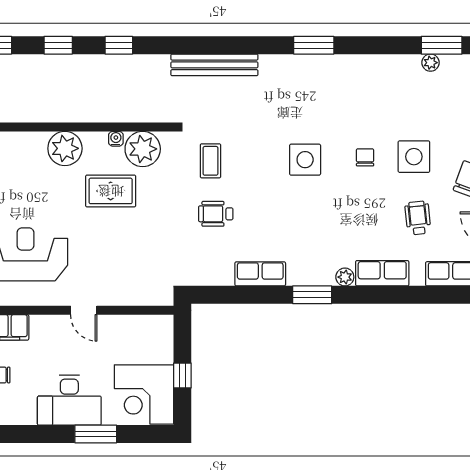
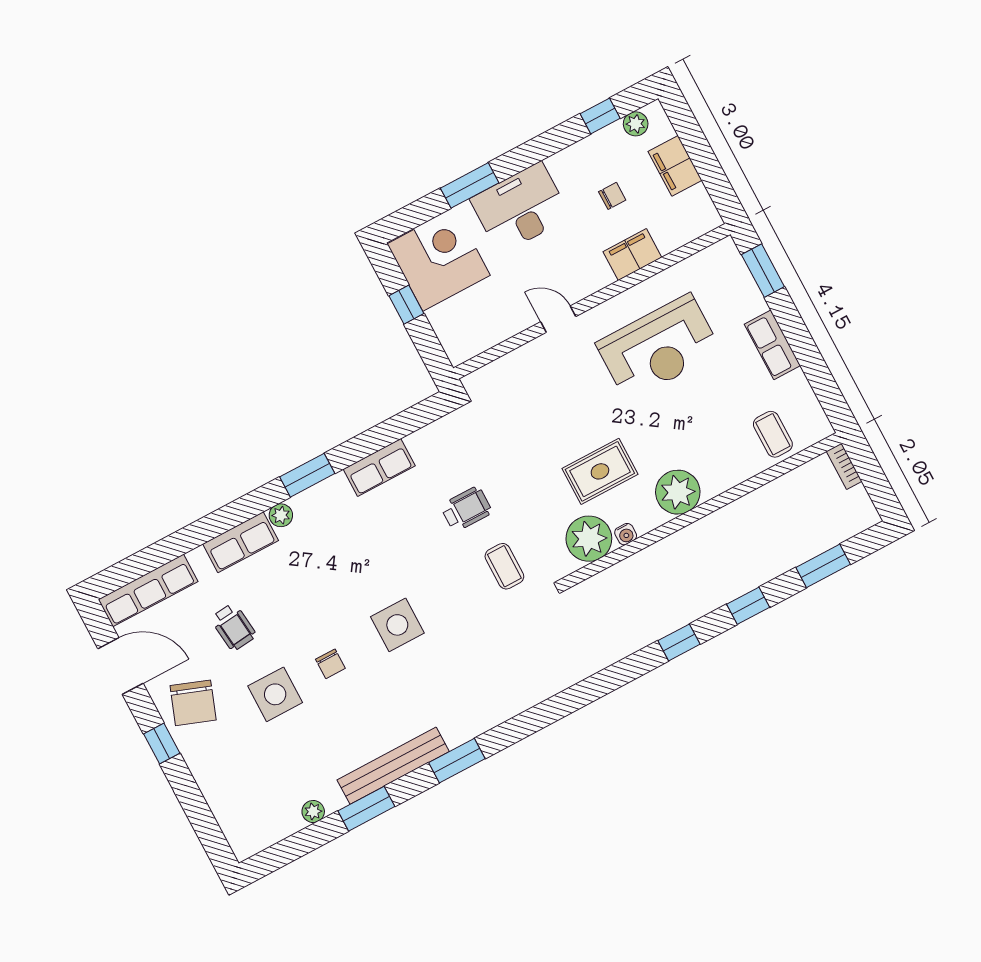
window: (442, 45) -> (366, 809), moved
bench: (214, 65) -> (393, 766), moved

